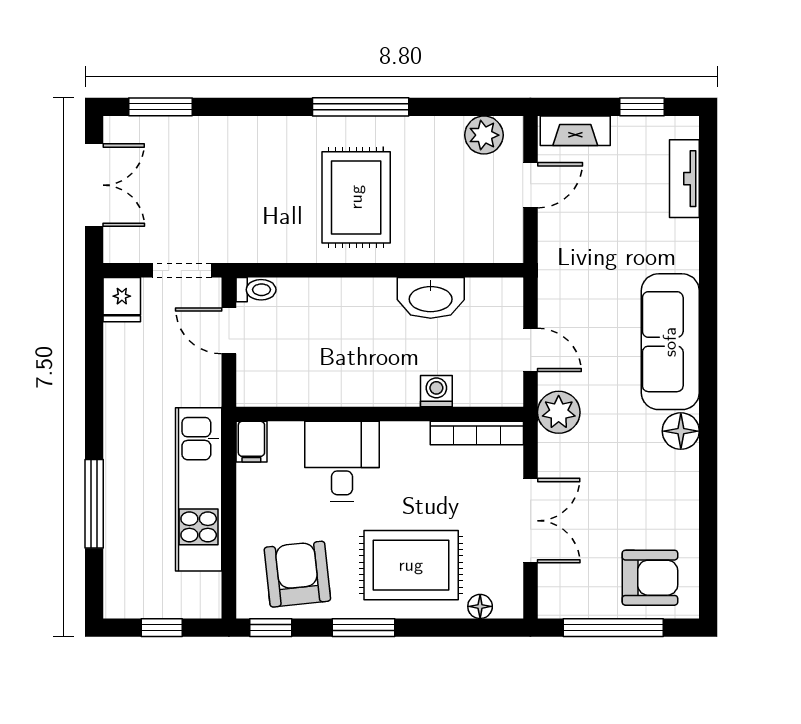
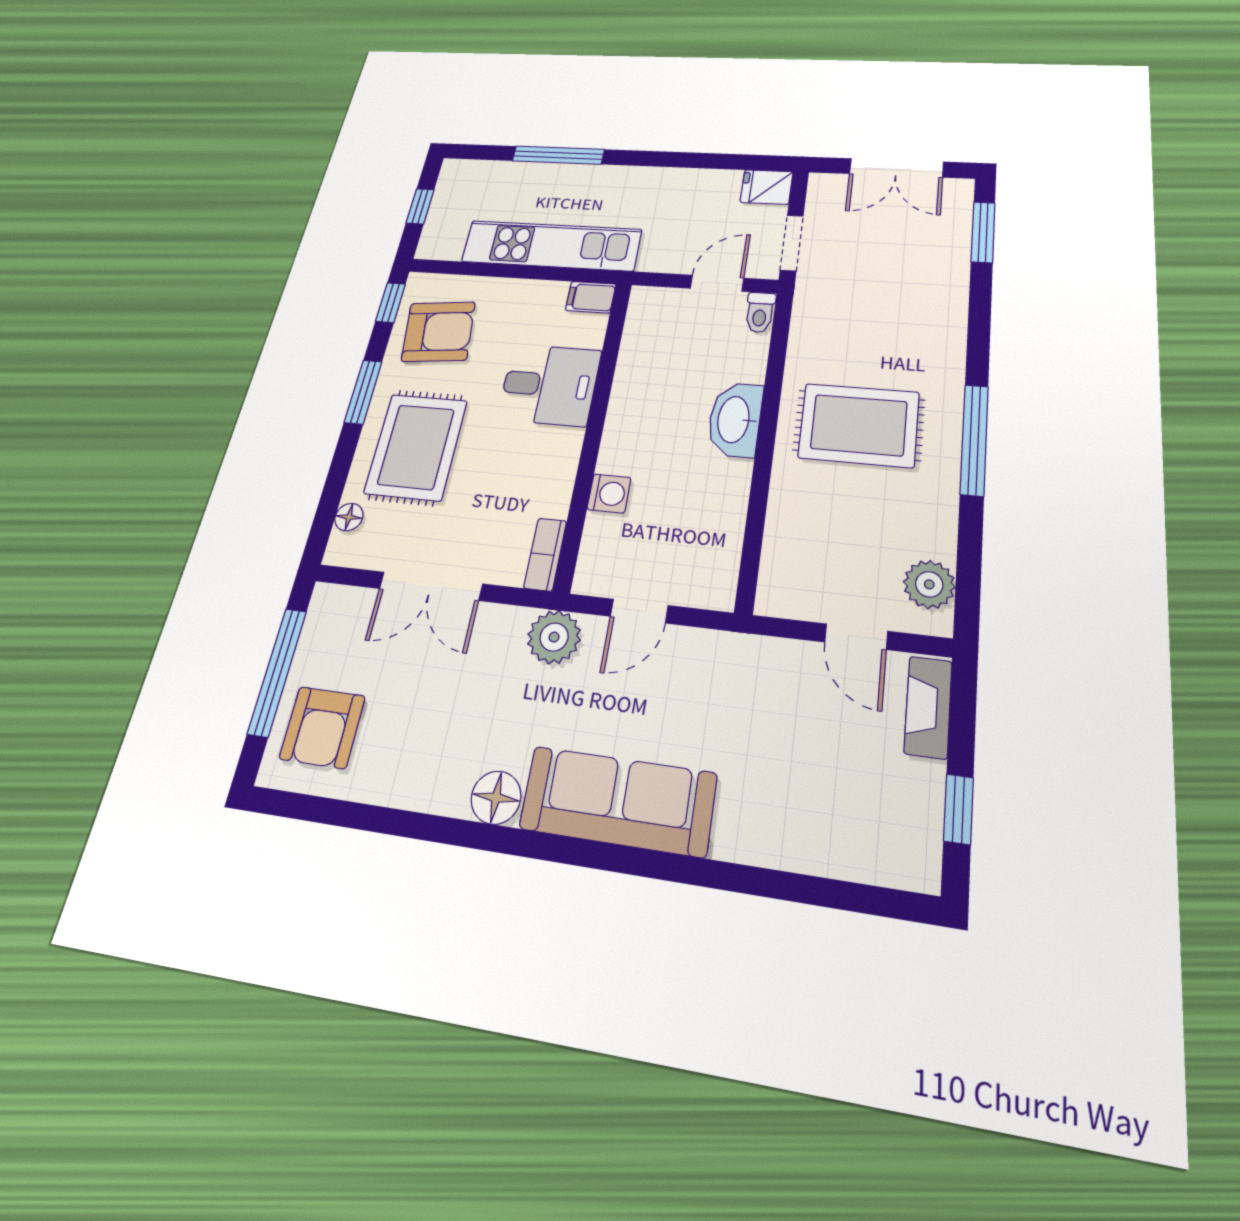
tv unit: (684, 179) -> (847, 858), removed
washbasin: (431, 298) -> (735, 420), moved
bookcase: (477, 433) -> (545, 554), width x0.64

